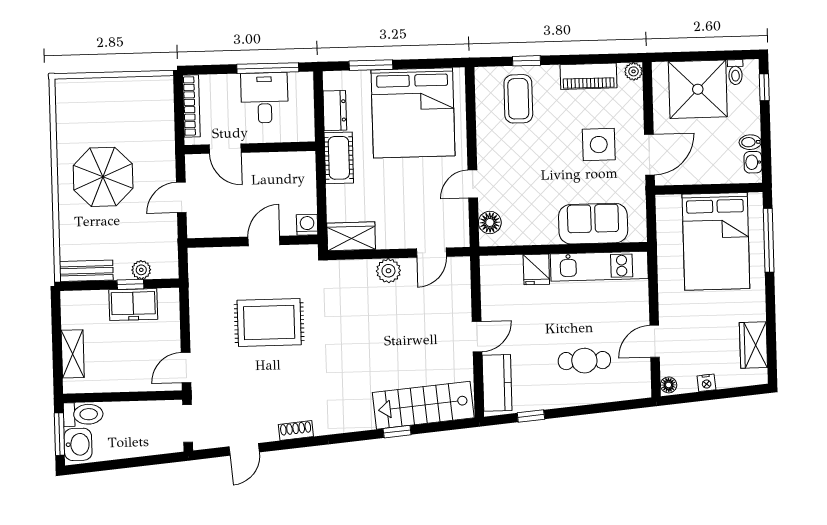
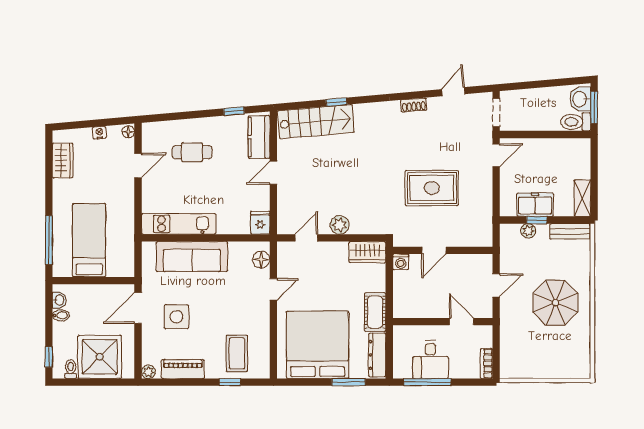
bookcase: (191, 106) -> (486, 363), width x0.64
dresser: (335, 111) -> (377, 355), width x1.44
sofa: (593, 224) -> (192, 257), width x1.36
bed: (716, 241) -> (89, 240), width x0.67
fridge: (536, 269) -> (260, 223), moved
shelving: (73, 354) -> (582, 198), moved

